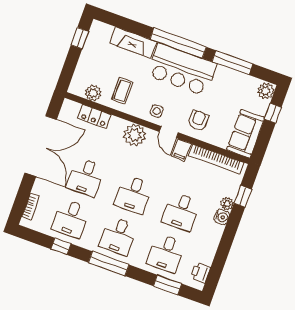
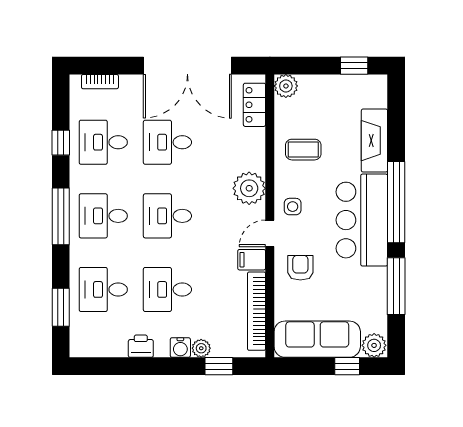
plant: (93, 93) -> (286, 86), moved
locker: (94, 116) -> (254, 105), moved
armchair: (198, 120) -> (300, 268), turned -90
sofa: (246, 134) -> (317, 339), width x1.36
printer: (201, 273) -> (141, 346), moved

